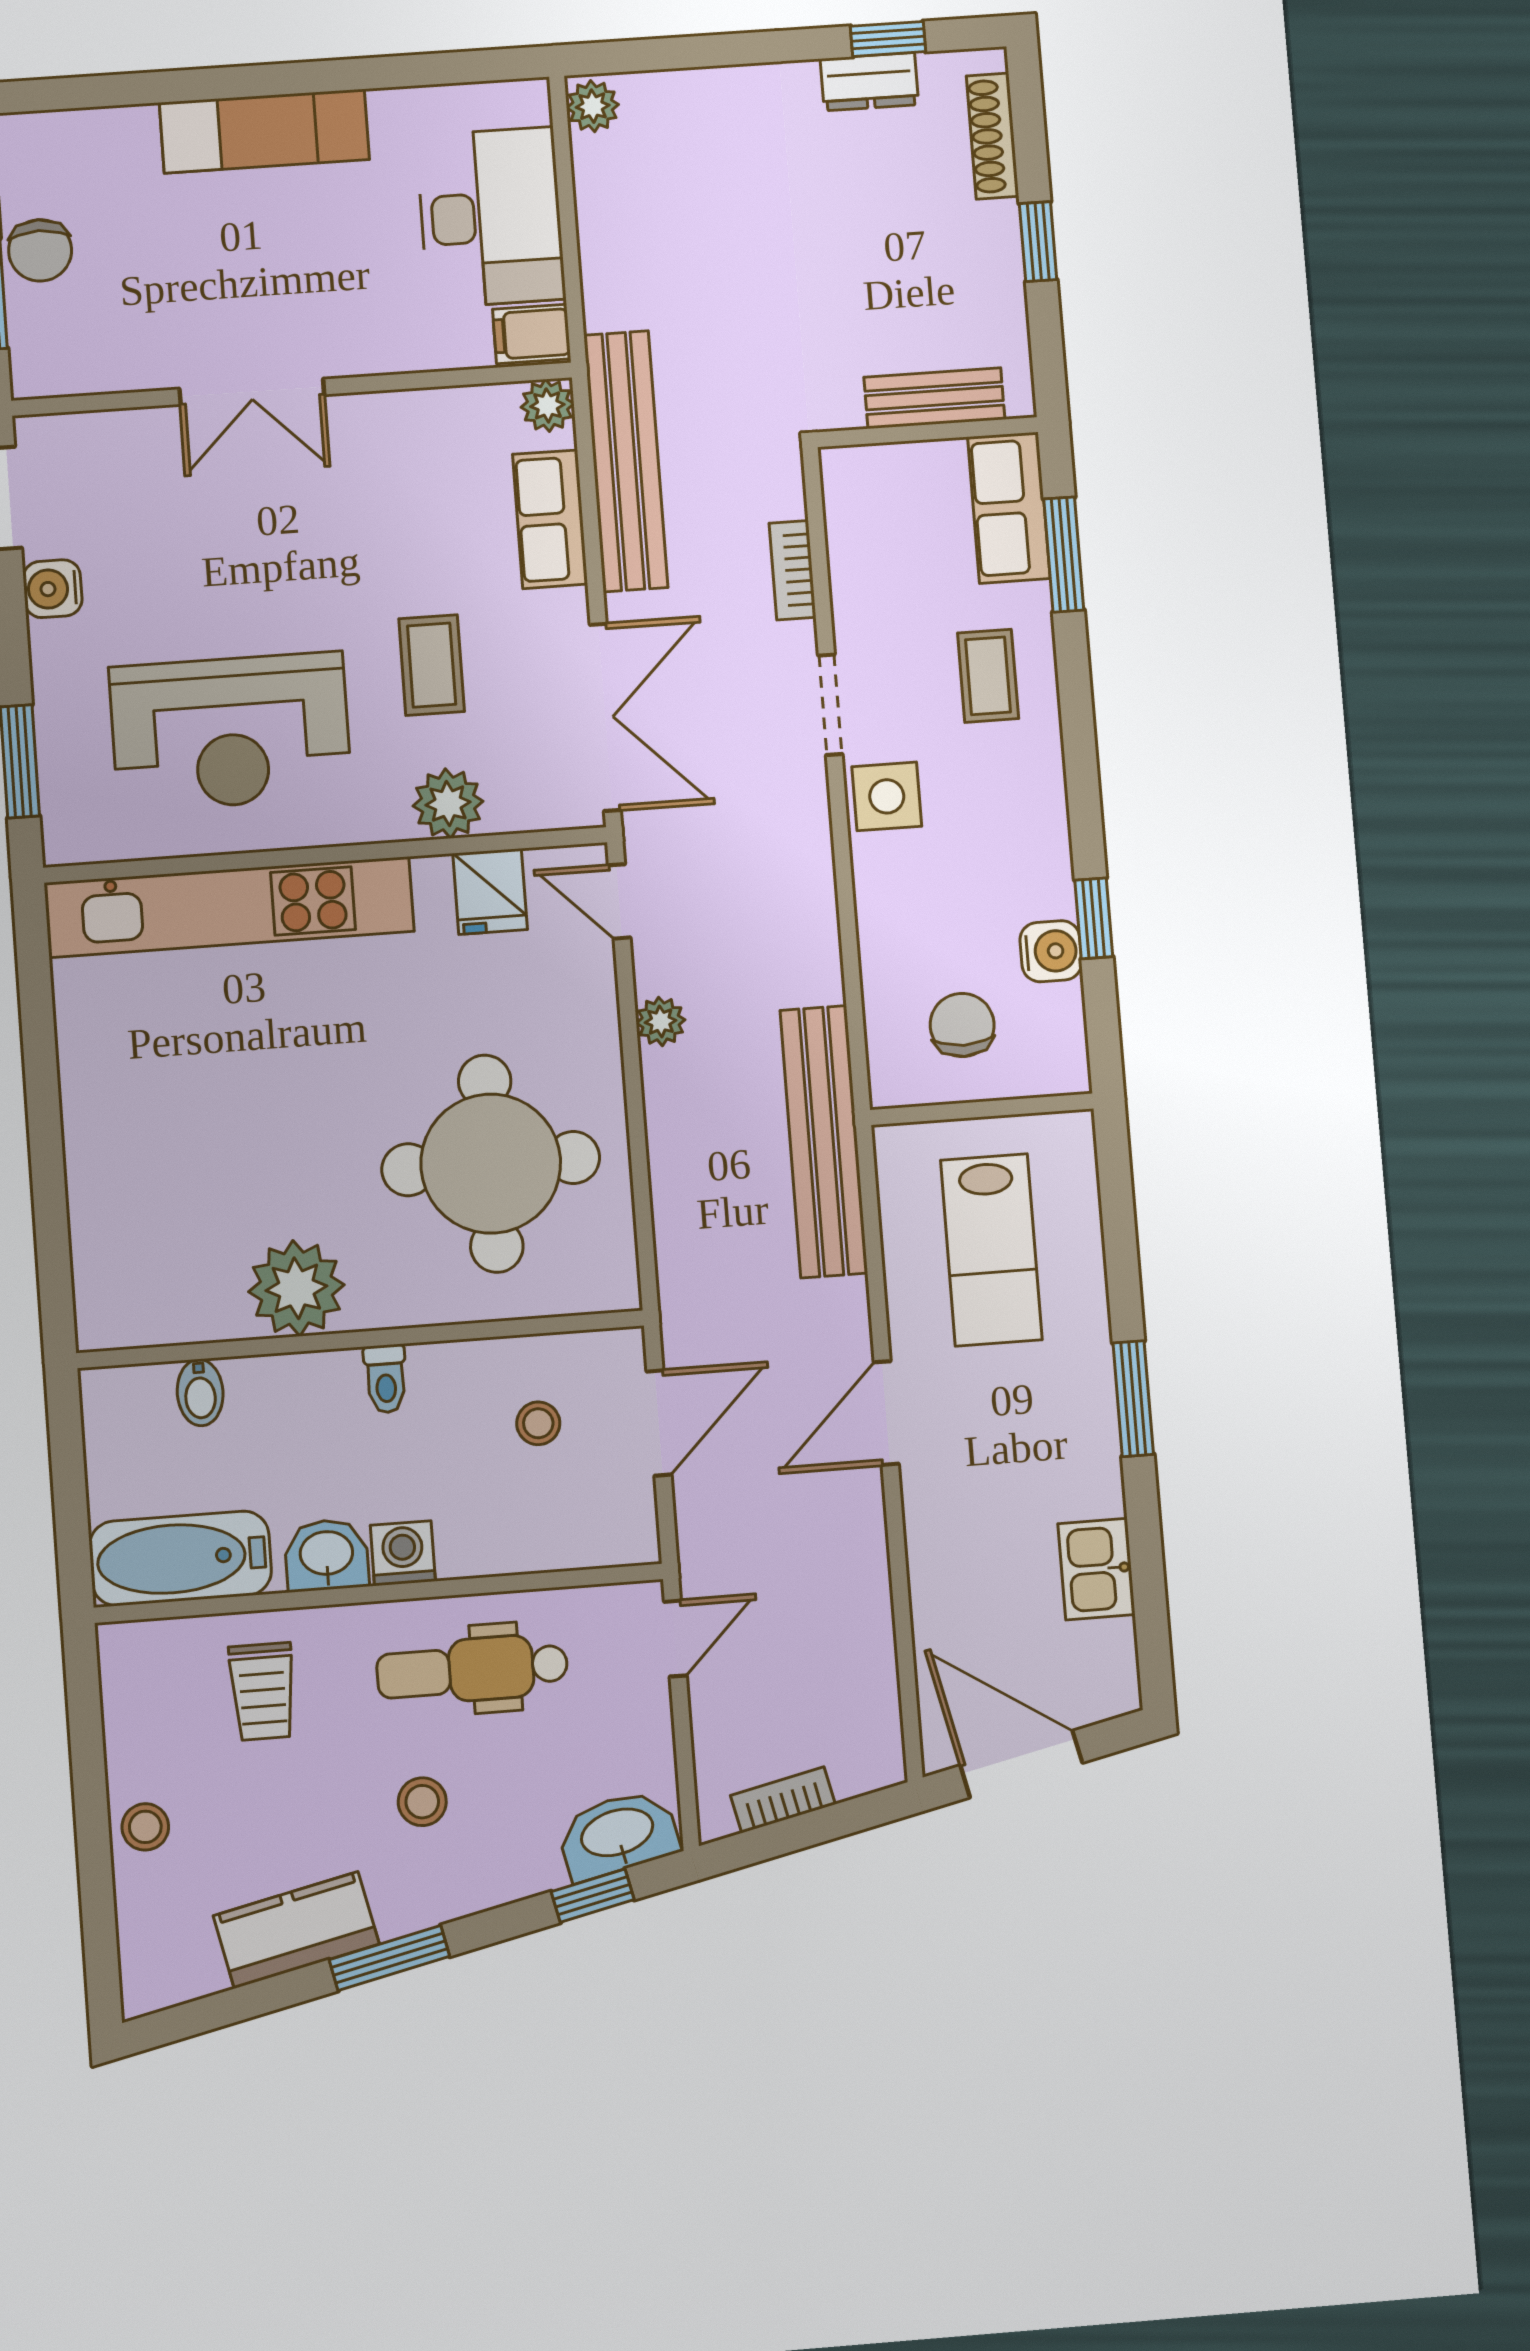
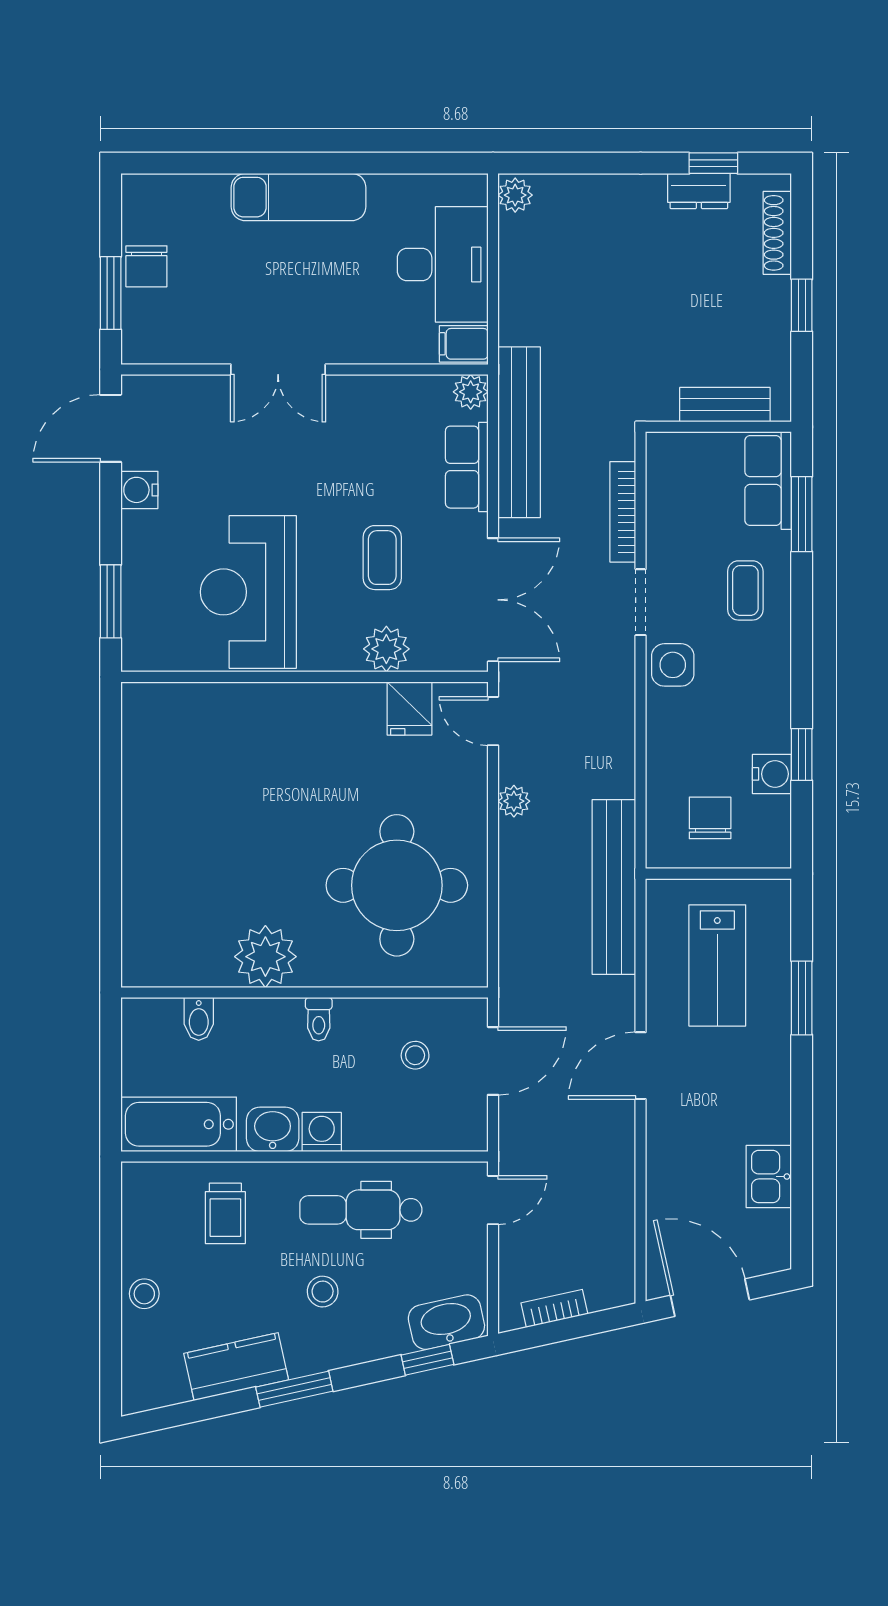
bookcase: (793, 570) -> (623, 512), width x1.56
reception desk: (230, 732) -> (248, 592), turned 90
kitchen unit: (229, 907) -> (240, 706), removed
window: (1133, 1399) -> (802, 998), moved

